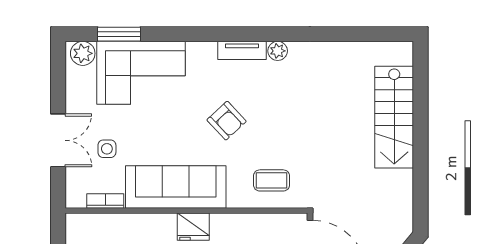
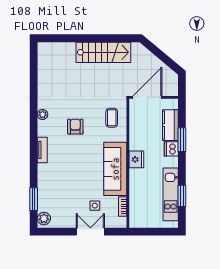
tv unit: (242, 50) -> (42, 150), moved
corner sofa: (141, 73) -> (54, 187), removed
stairs: (394, 117) -> (103, 52), moved
armchair: (227, 121) -> (75, 127), moved, turned -47

